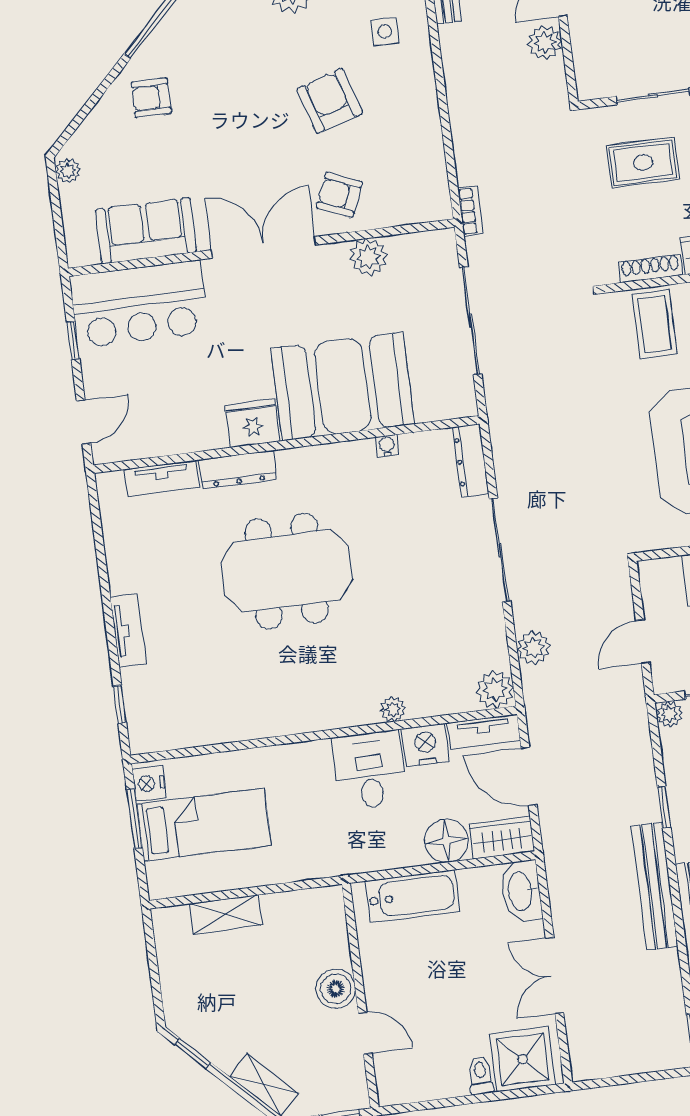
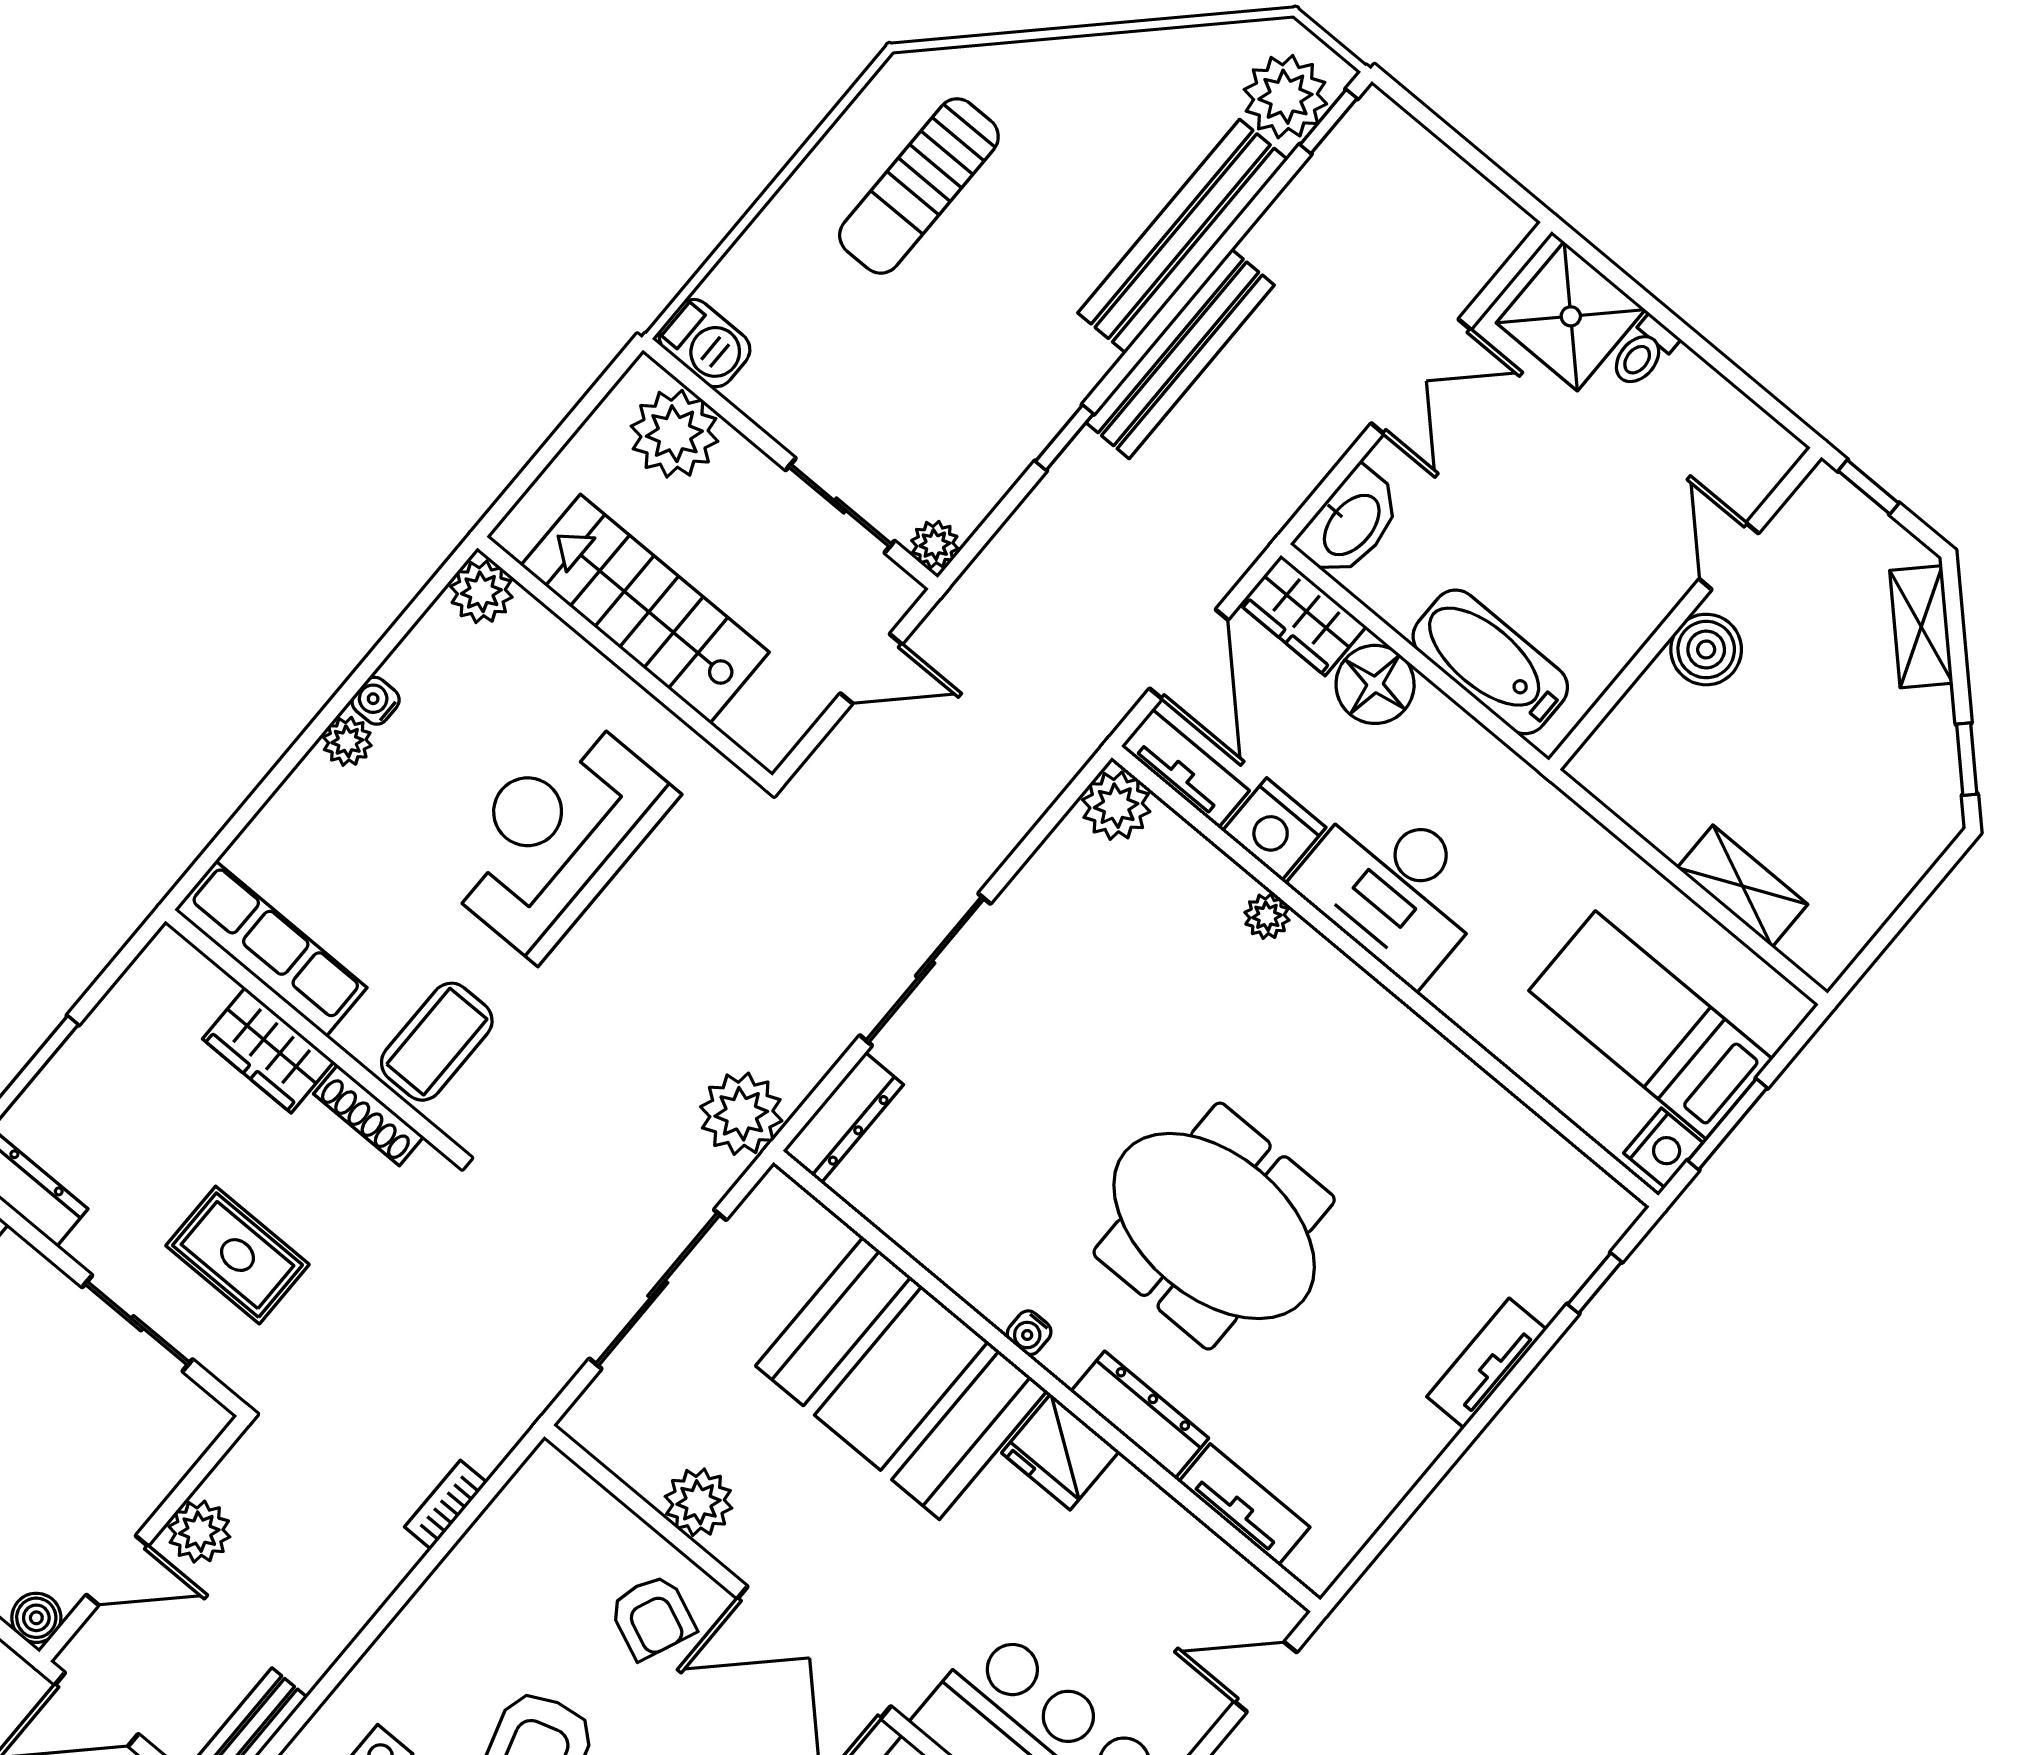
bookcase: (470, 211) -> (446, 1505), moved
water cooler: (387, 446) -> (1029, 1333), moved
plant: (533, 648) -> (741, 1114), moved, width x1.36, depth x1.36
desk: (370, 770) -> (1394, 887), width x1.37

